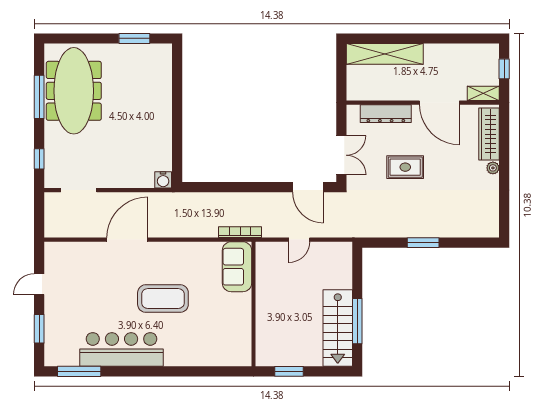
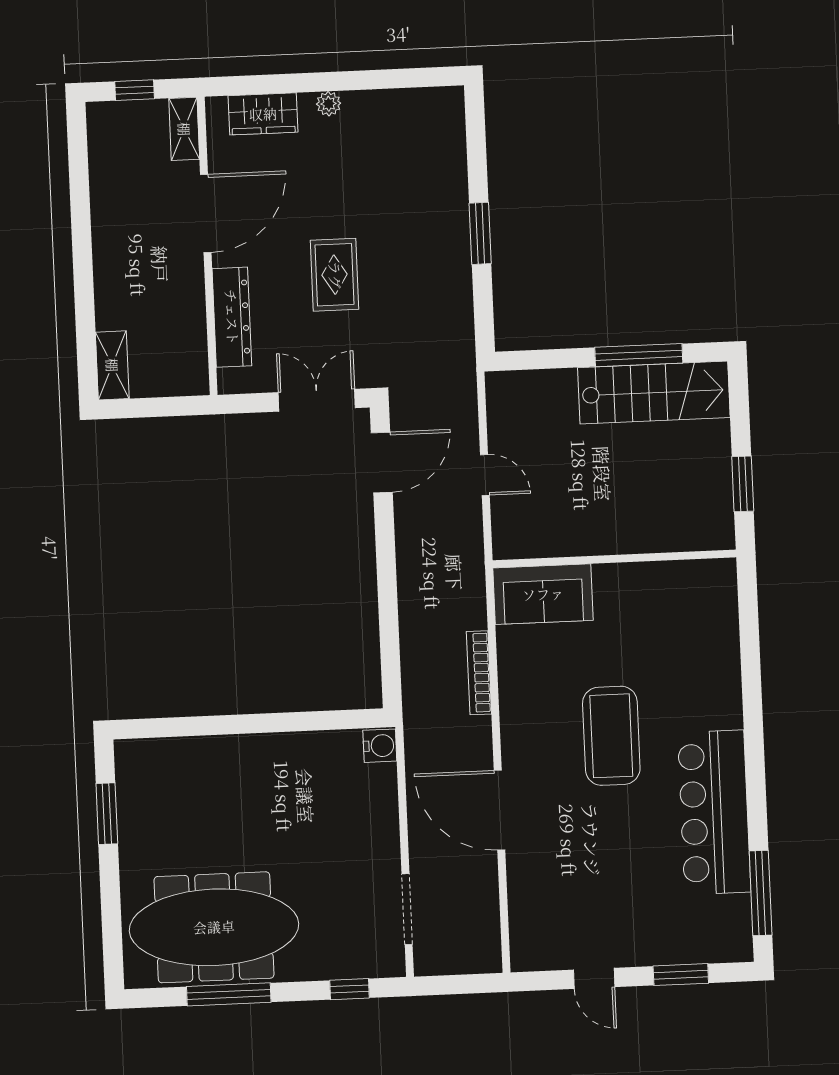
shelving: (385, 54) -> (112, 365), width x0.45, depth x0.75
wardrobe: (489, 134) -> (263, 114), width x0.67
bookcase: (240, 232) -> (479, 673), moved

